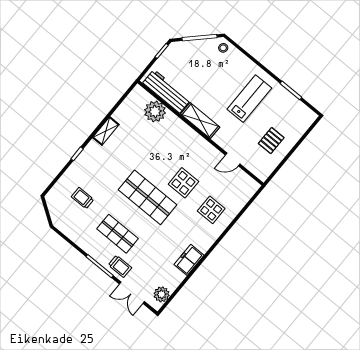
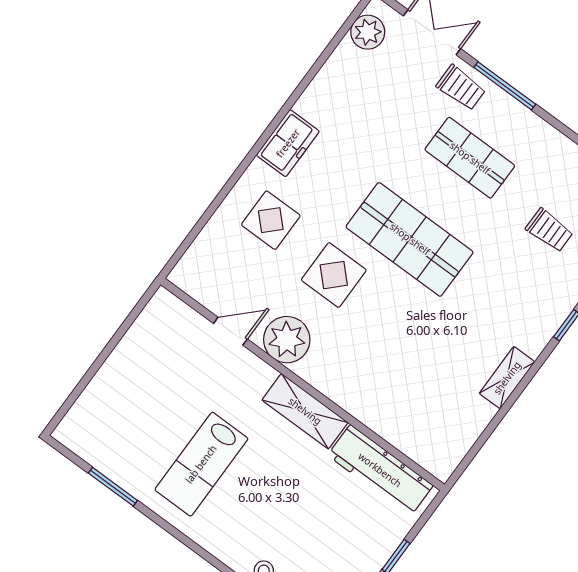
plant: (155, 111) -> (287, 340), moved
pallet: (271, 141) -> (149, 376), removed
freezer: (189, 260) -> (288, 143), moved
trolley: (120, 266) -> (461, 88), turned 180

